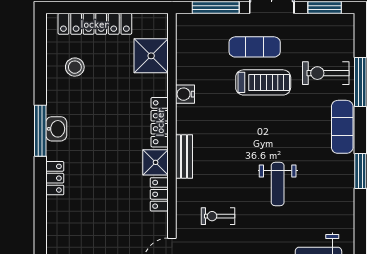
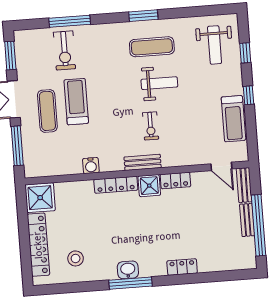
shower: (151, 56) -> (40, 198), moved
exercise mat: (342, 127) -> (152, 47), moved
locker: (55, 178) -> (182, 267), moved
exercise bike: (218, 216) -> (151, 126), moved

